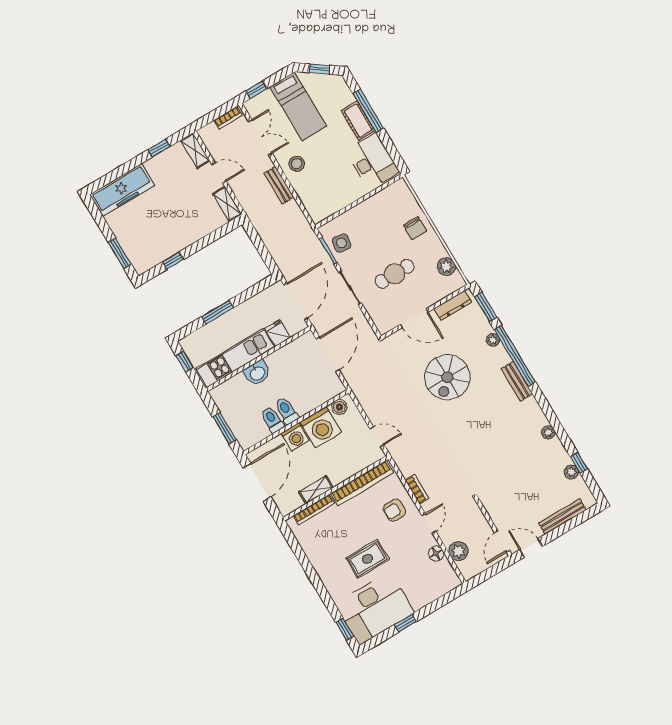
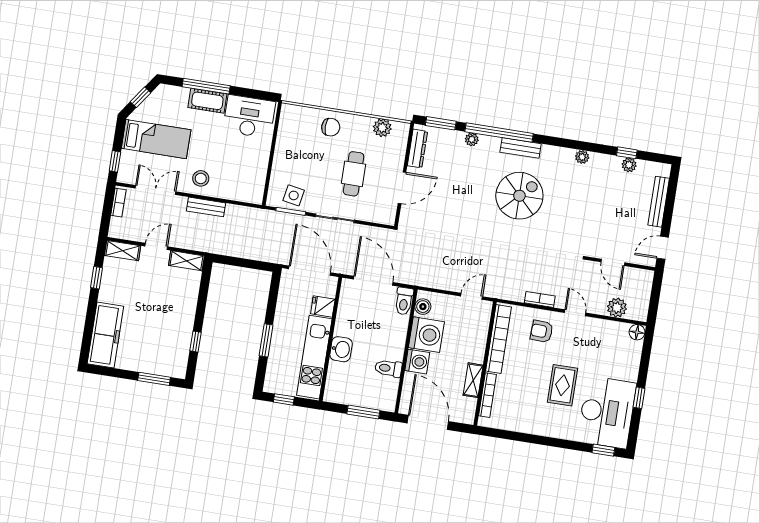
spiral stairs: (447, 377) -> (519, 196), moved, turned -90
toilet: (287, 411) -> (404, 301), moved, turned -90
armchair: (394, 510) -> (542, 331), turned 92
door: (502, 542) -> (613, 262), moved
floor lamp: (436, 554) -> (637, 332), moved

